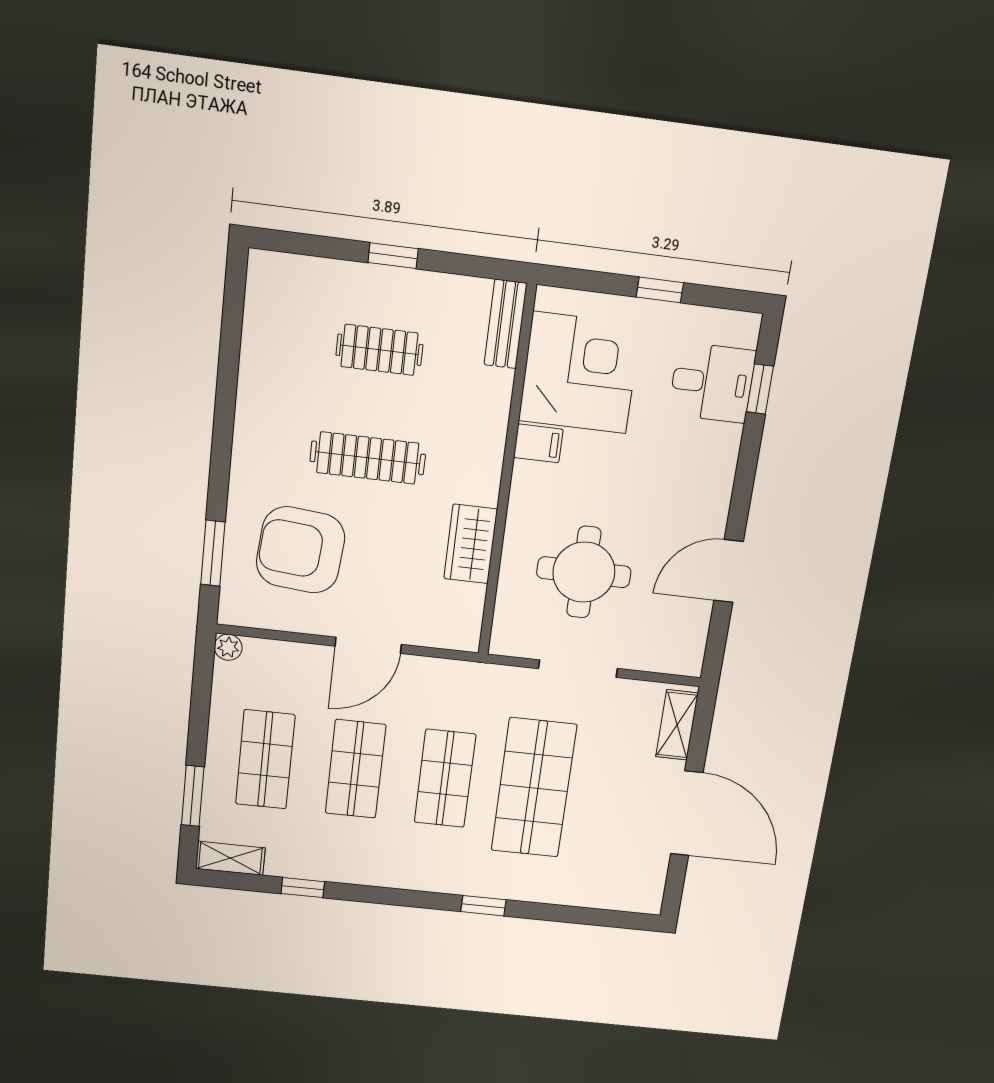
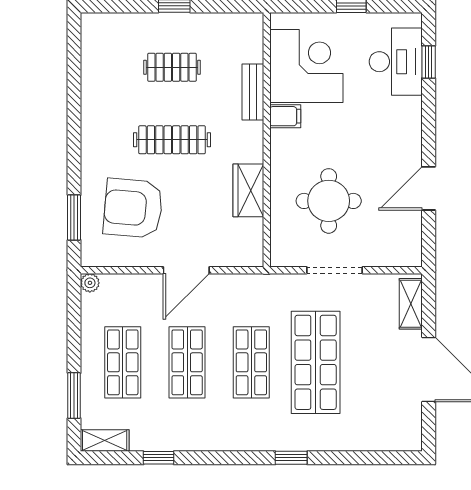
bench: (506, 324) -> (253, 92), moved
desk: (712, 383) -> (396, 62), width x1.37

